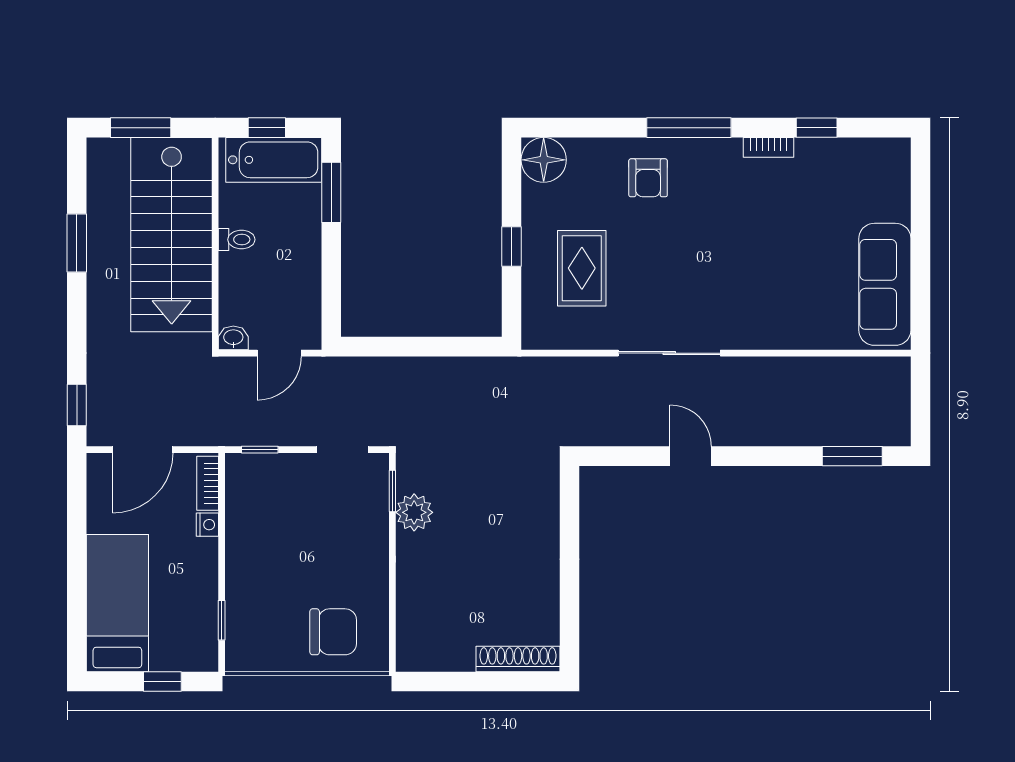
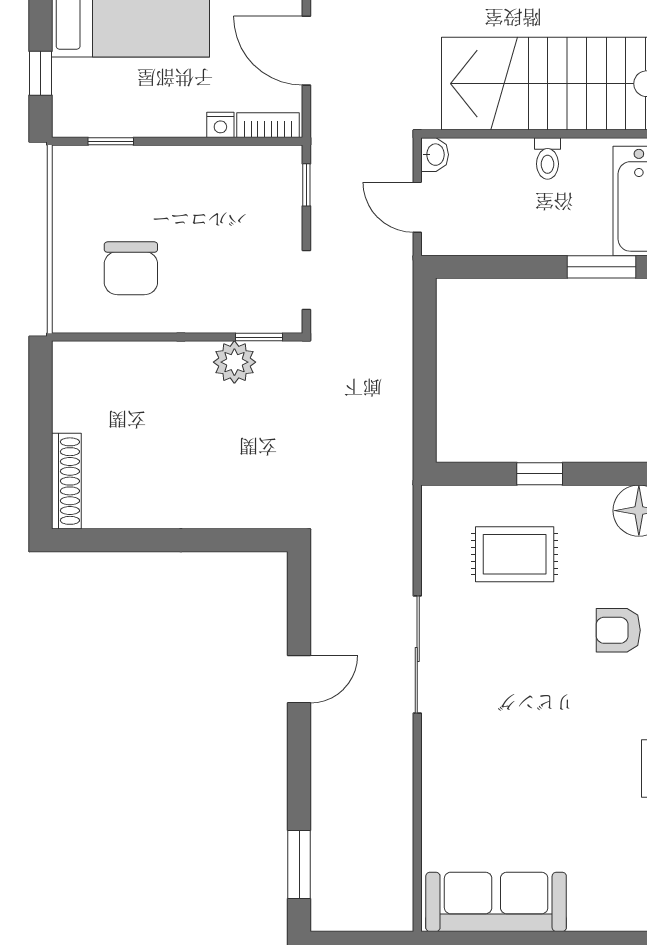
chair: (333, 632) -> (131, 268), moved

